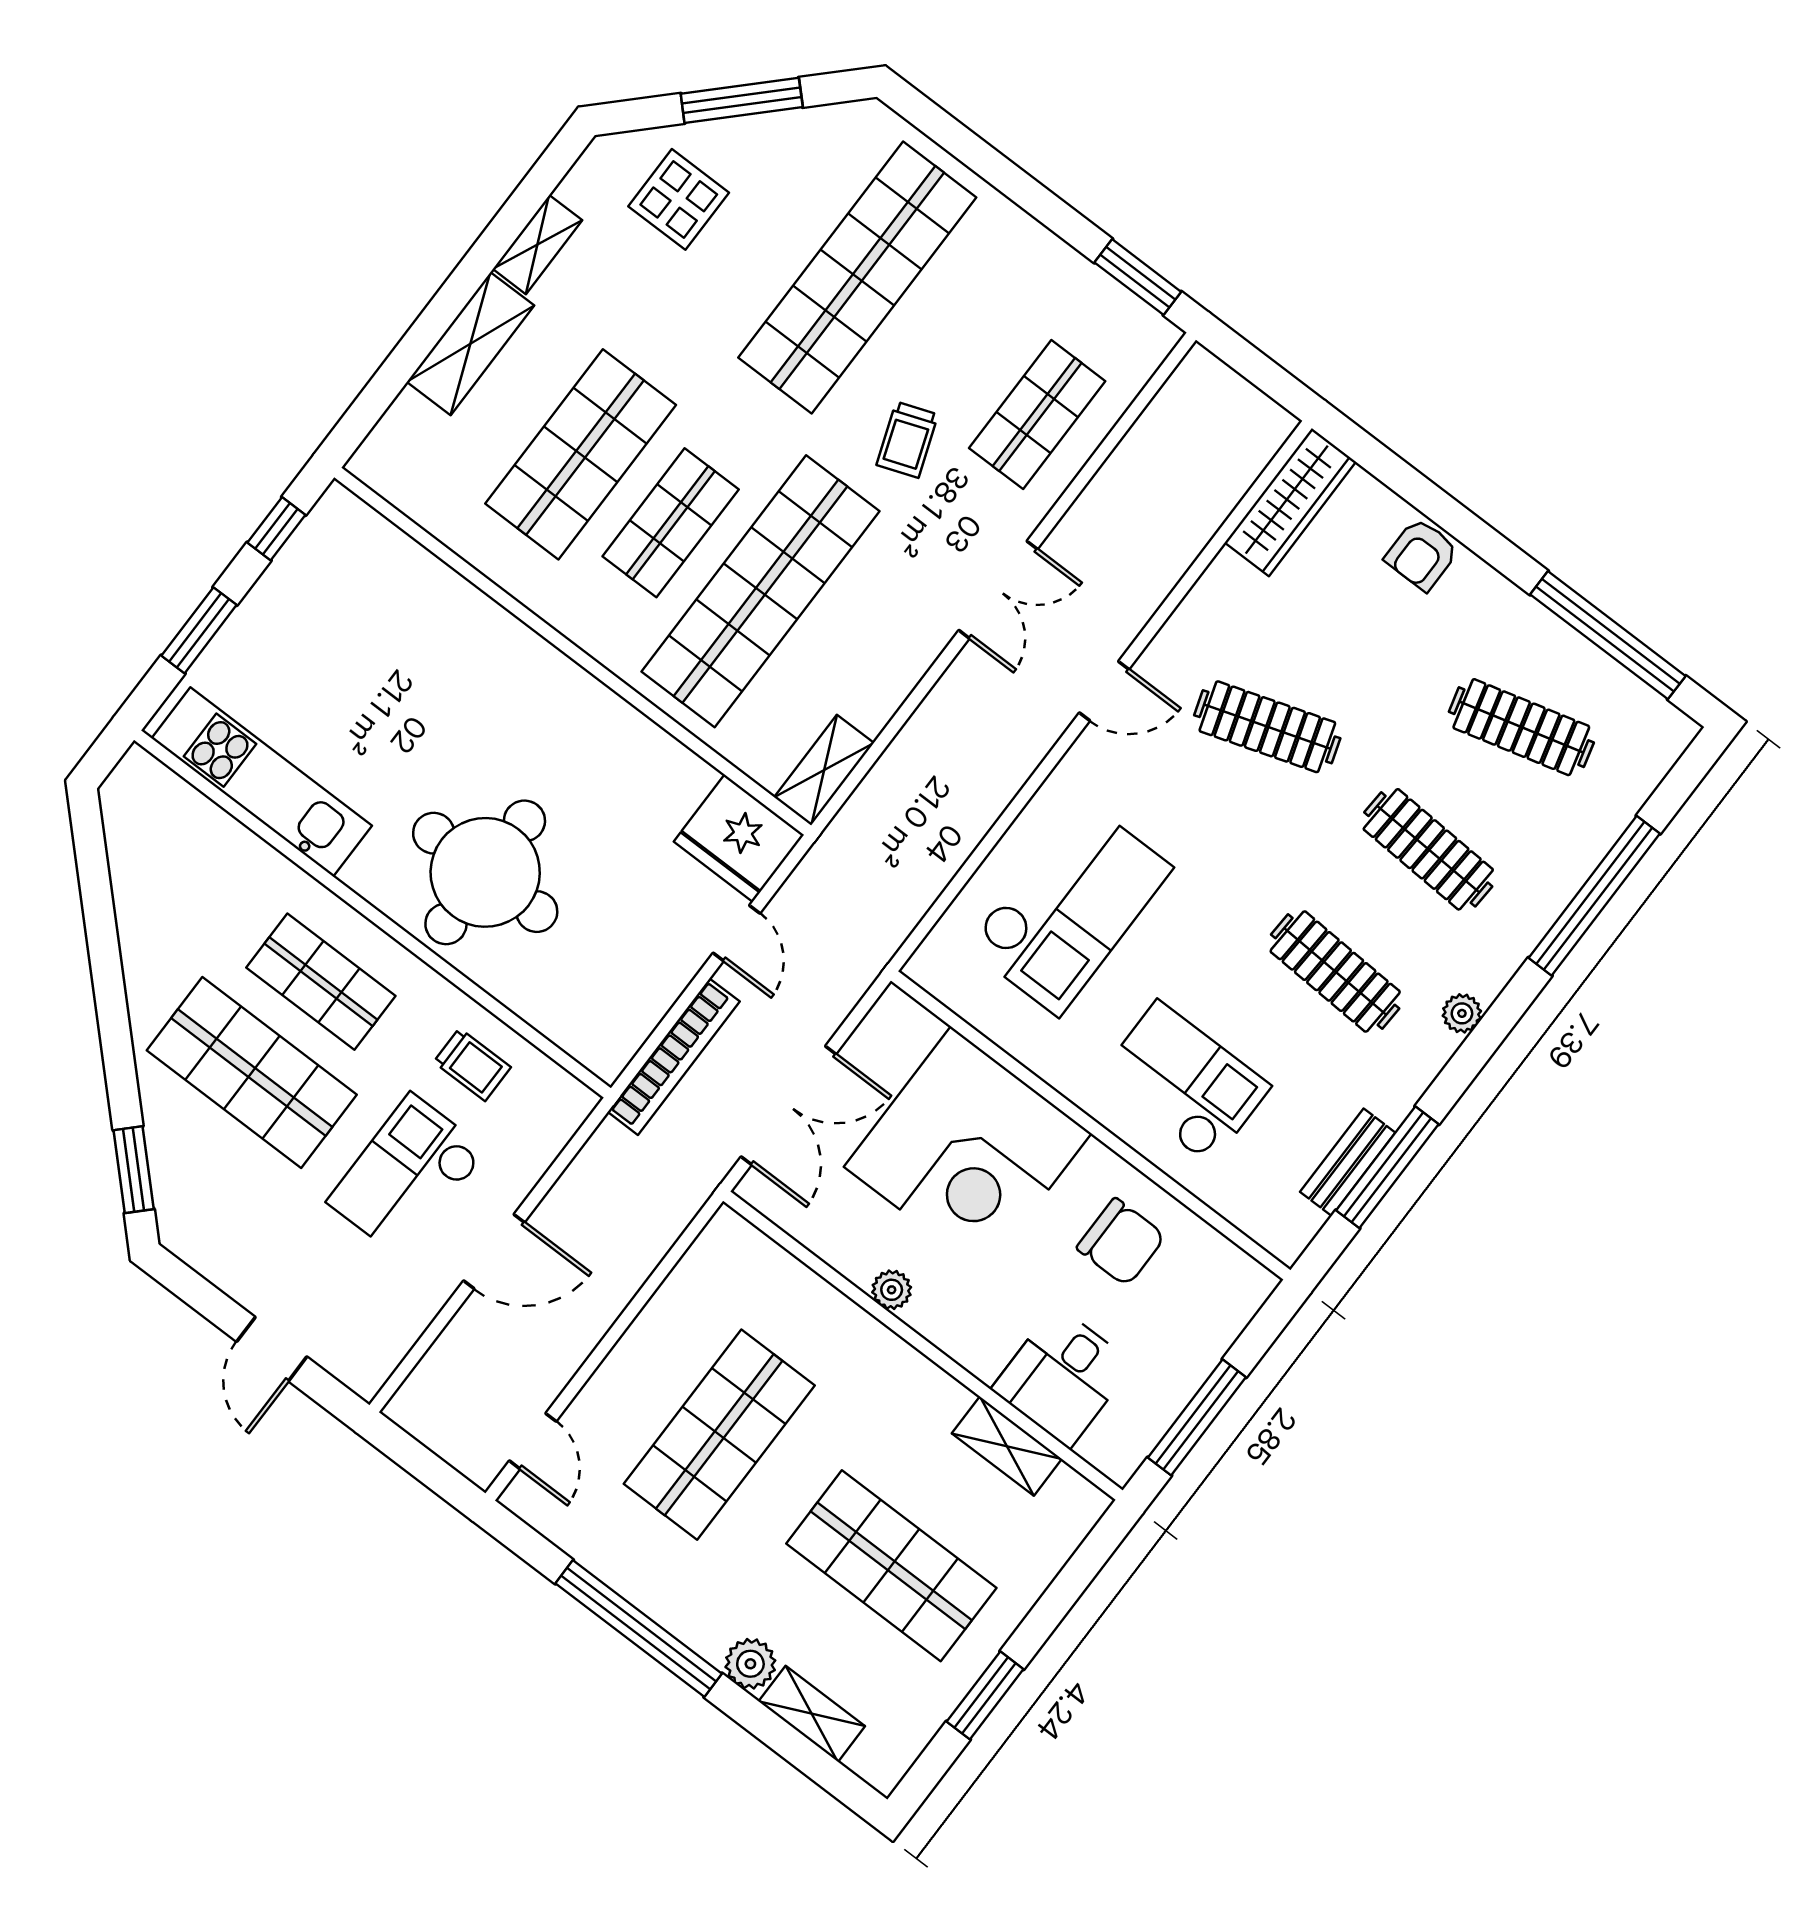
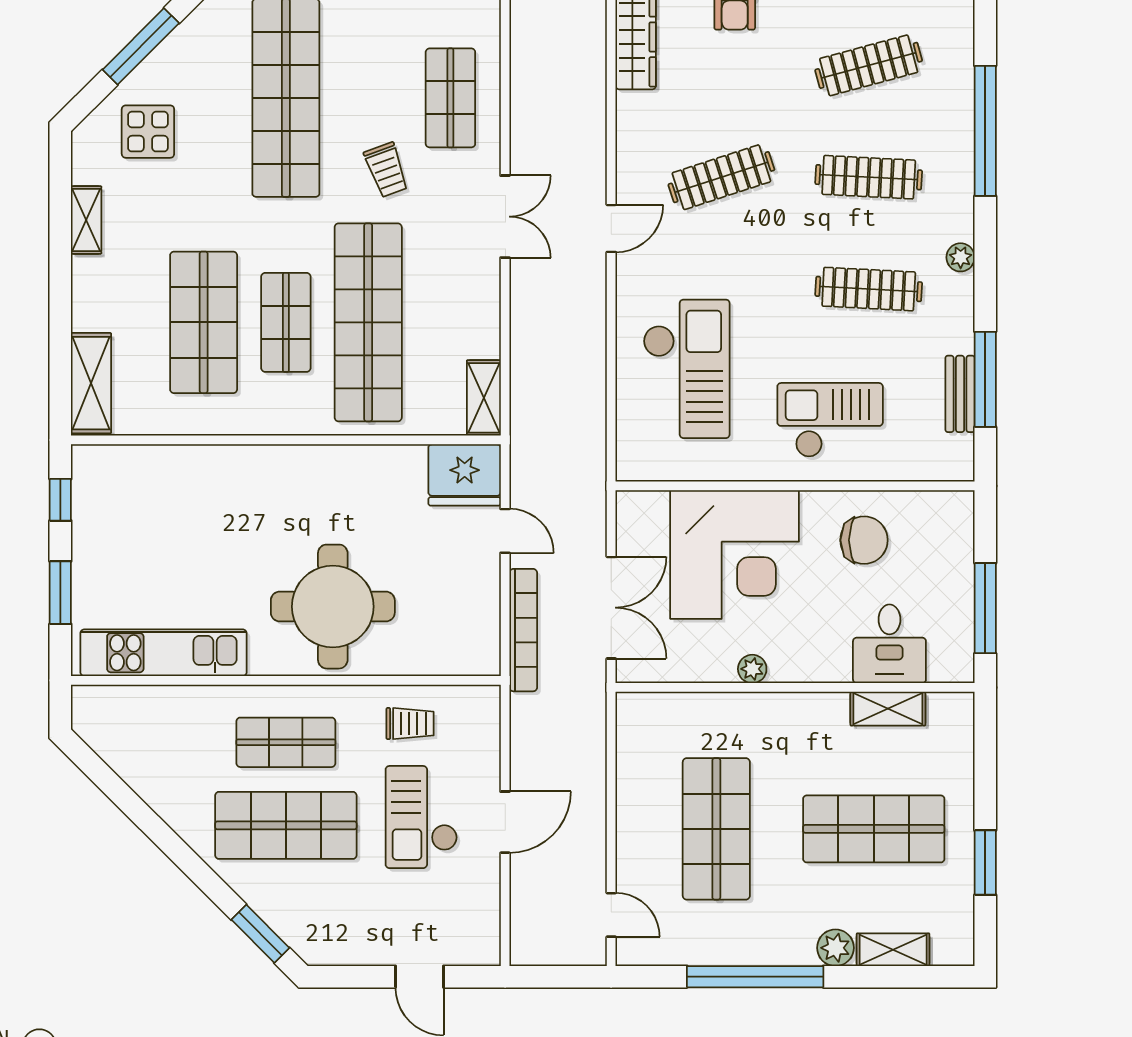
shelving: (470, 344) -> (91, 383), moved

